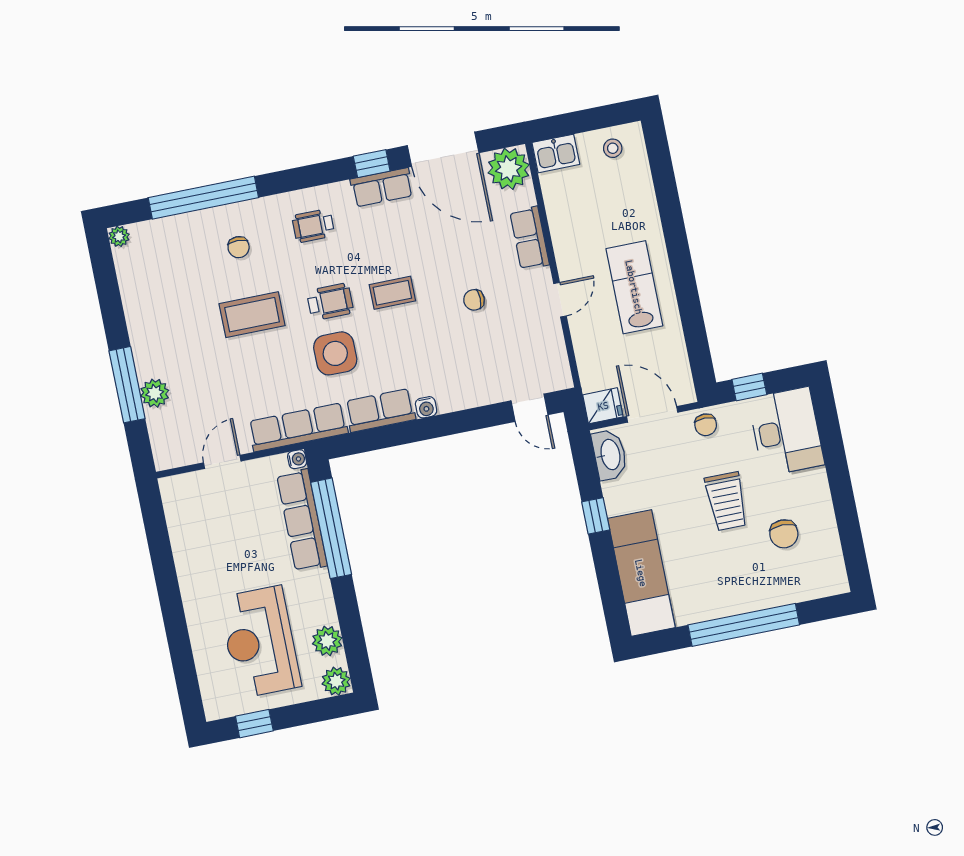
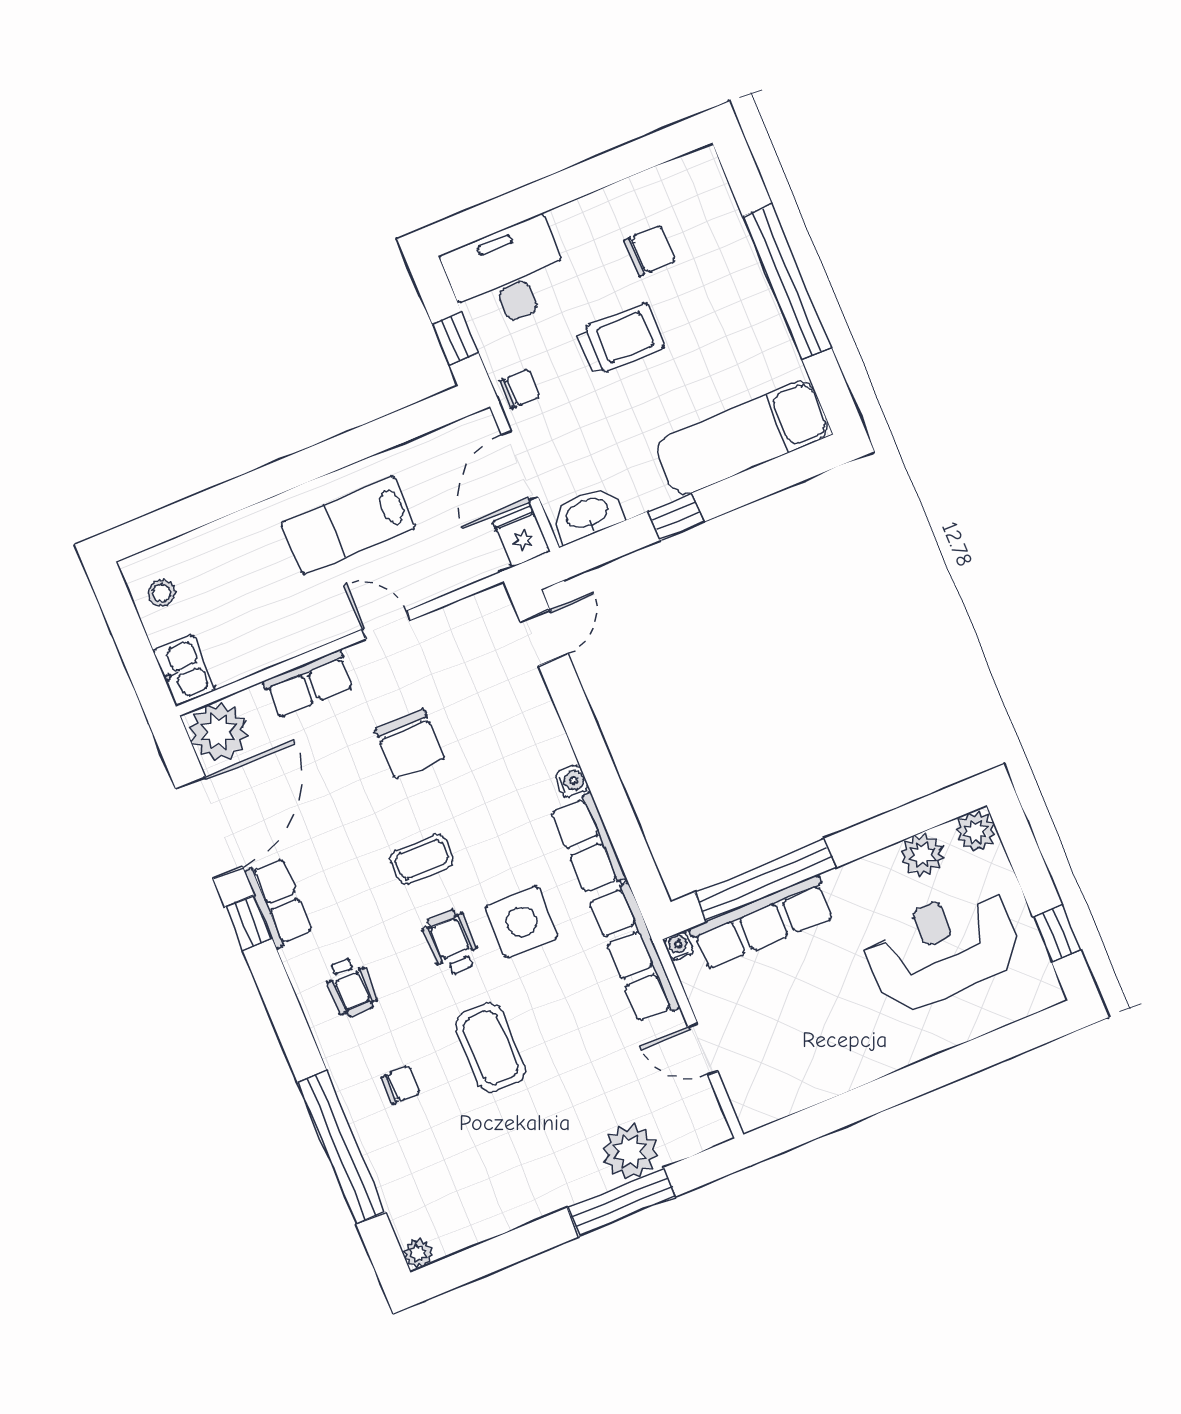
coffee table: (392, 293) -> (422, 859), turned 90
chair: (474, 300) -> (410, 744), width x1.87, depth x1.87
plant: (155, 393) -> (630, 1152), width x1.36, depth x1.36
reception desk: (260, 642) -> (942, 948), turned 180

